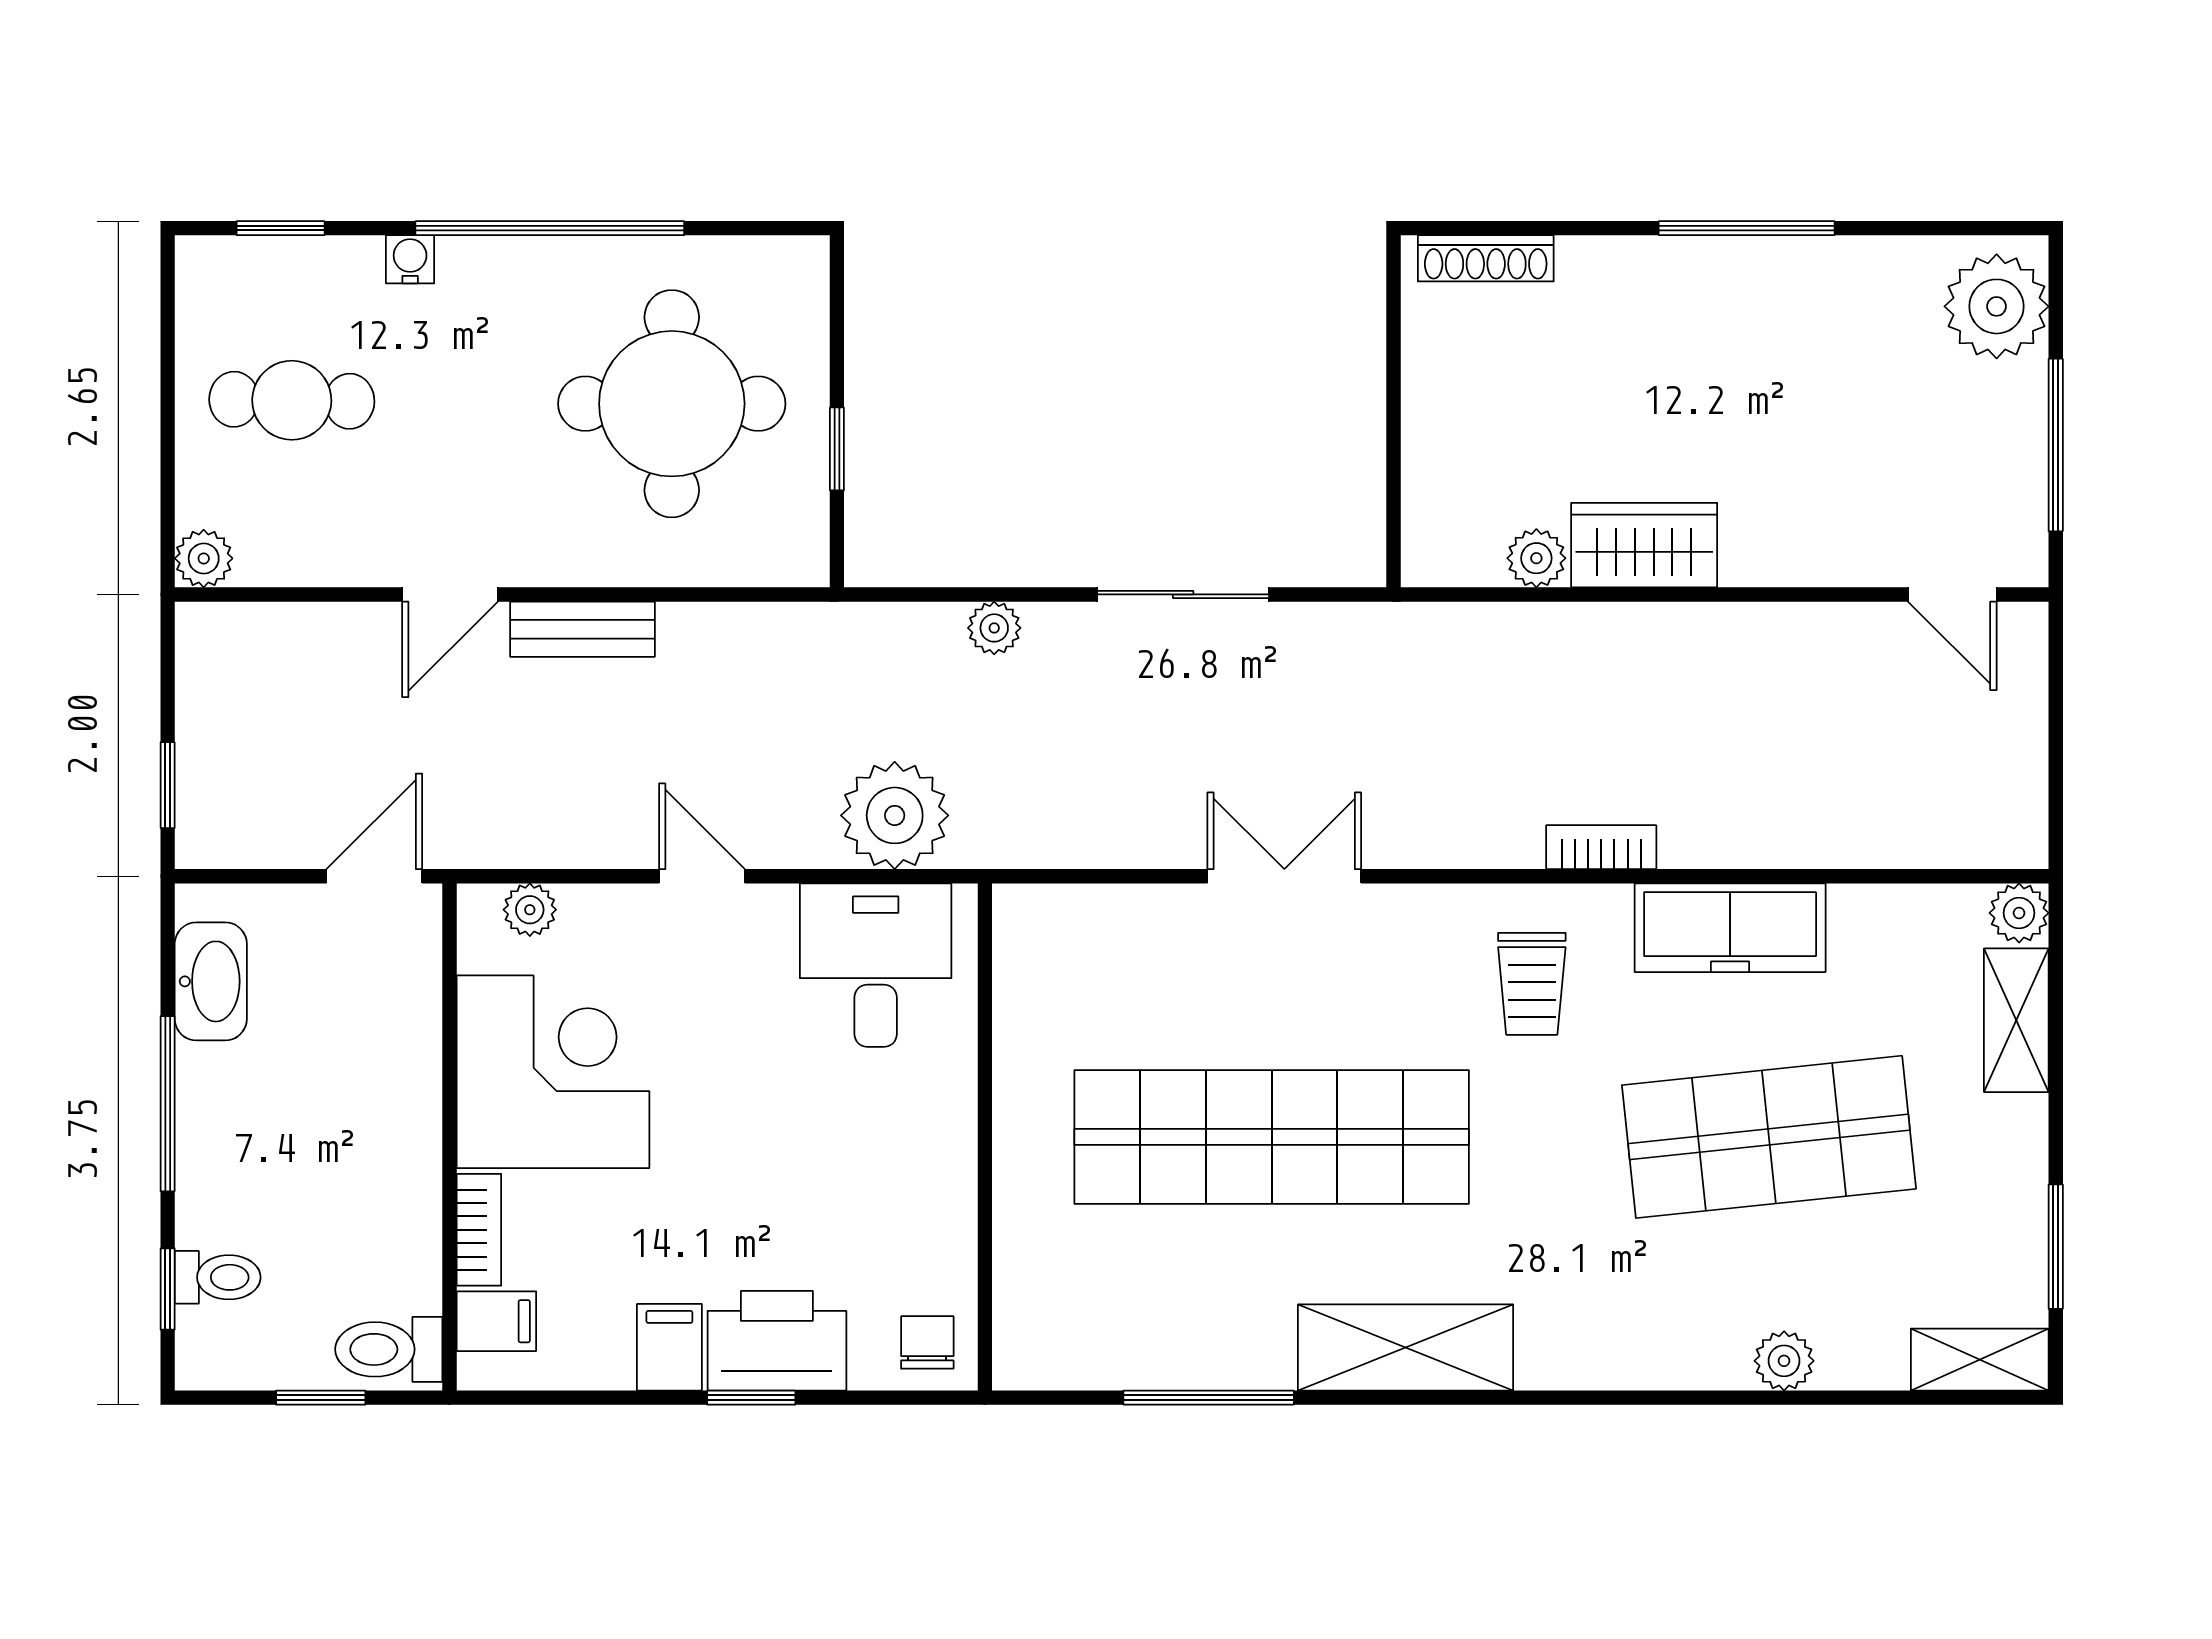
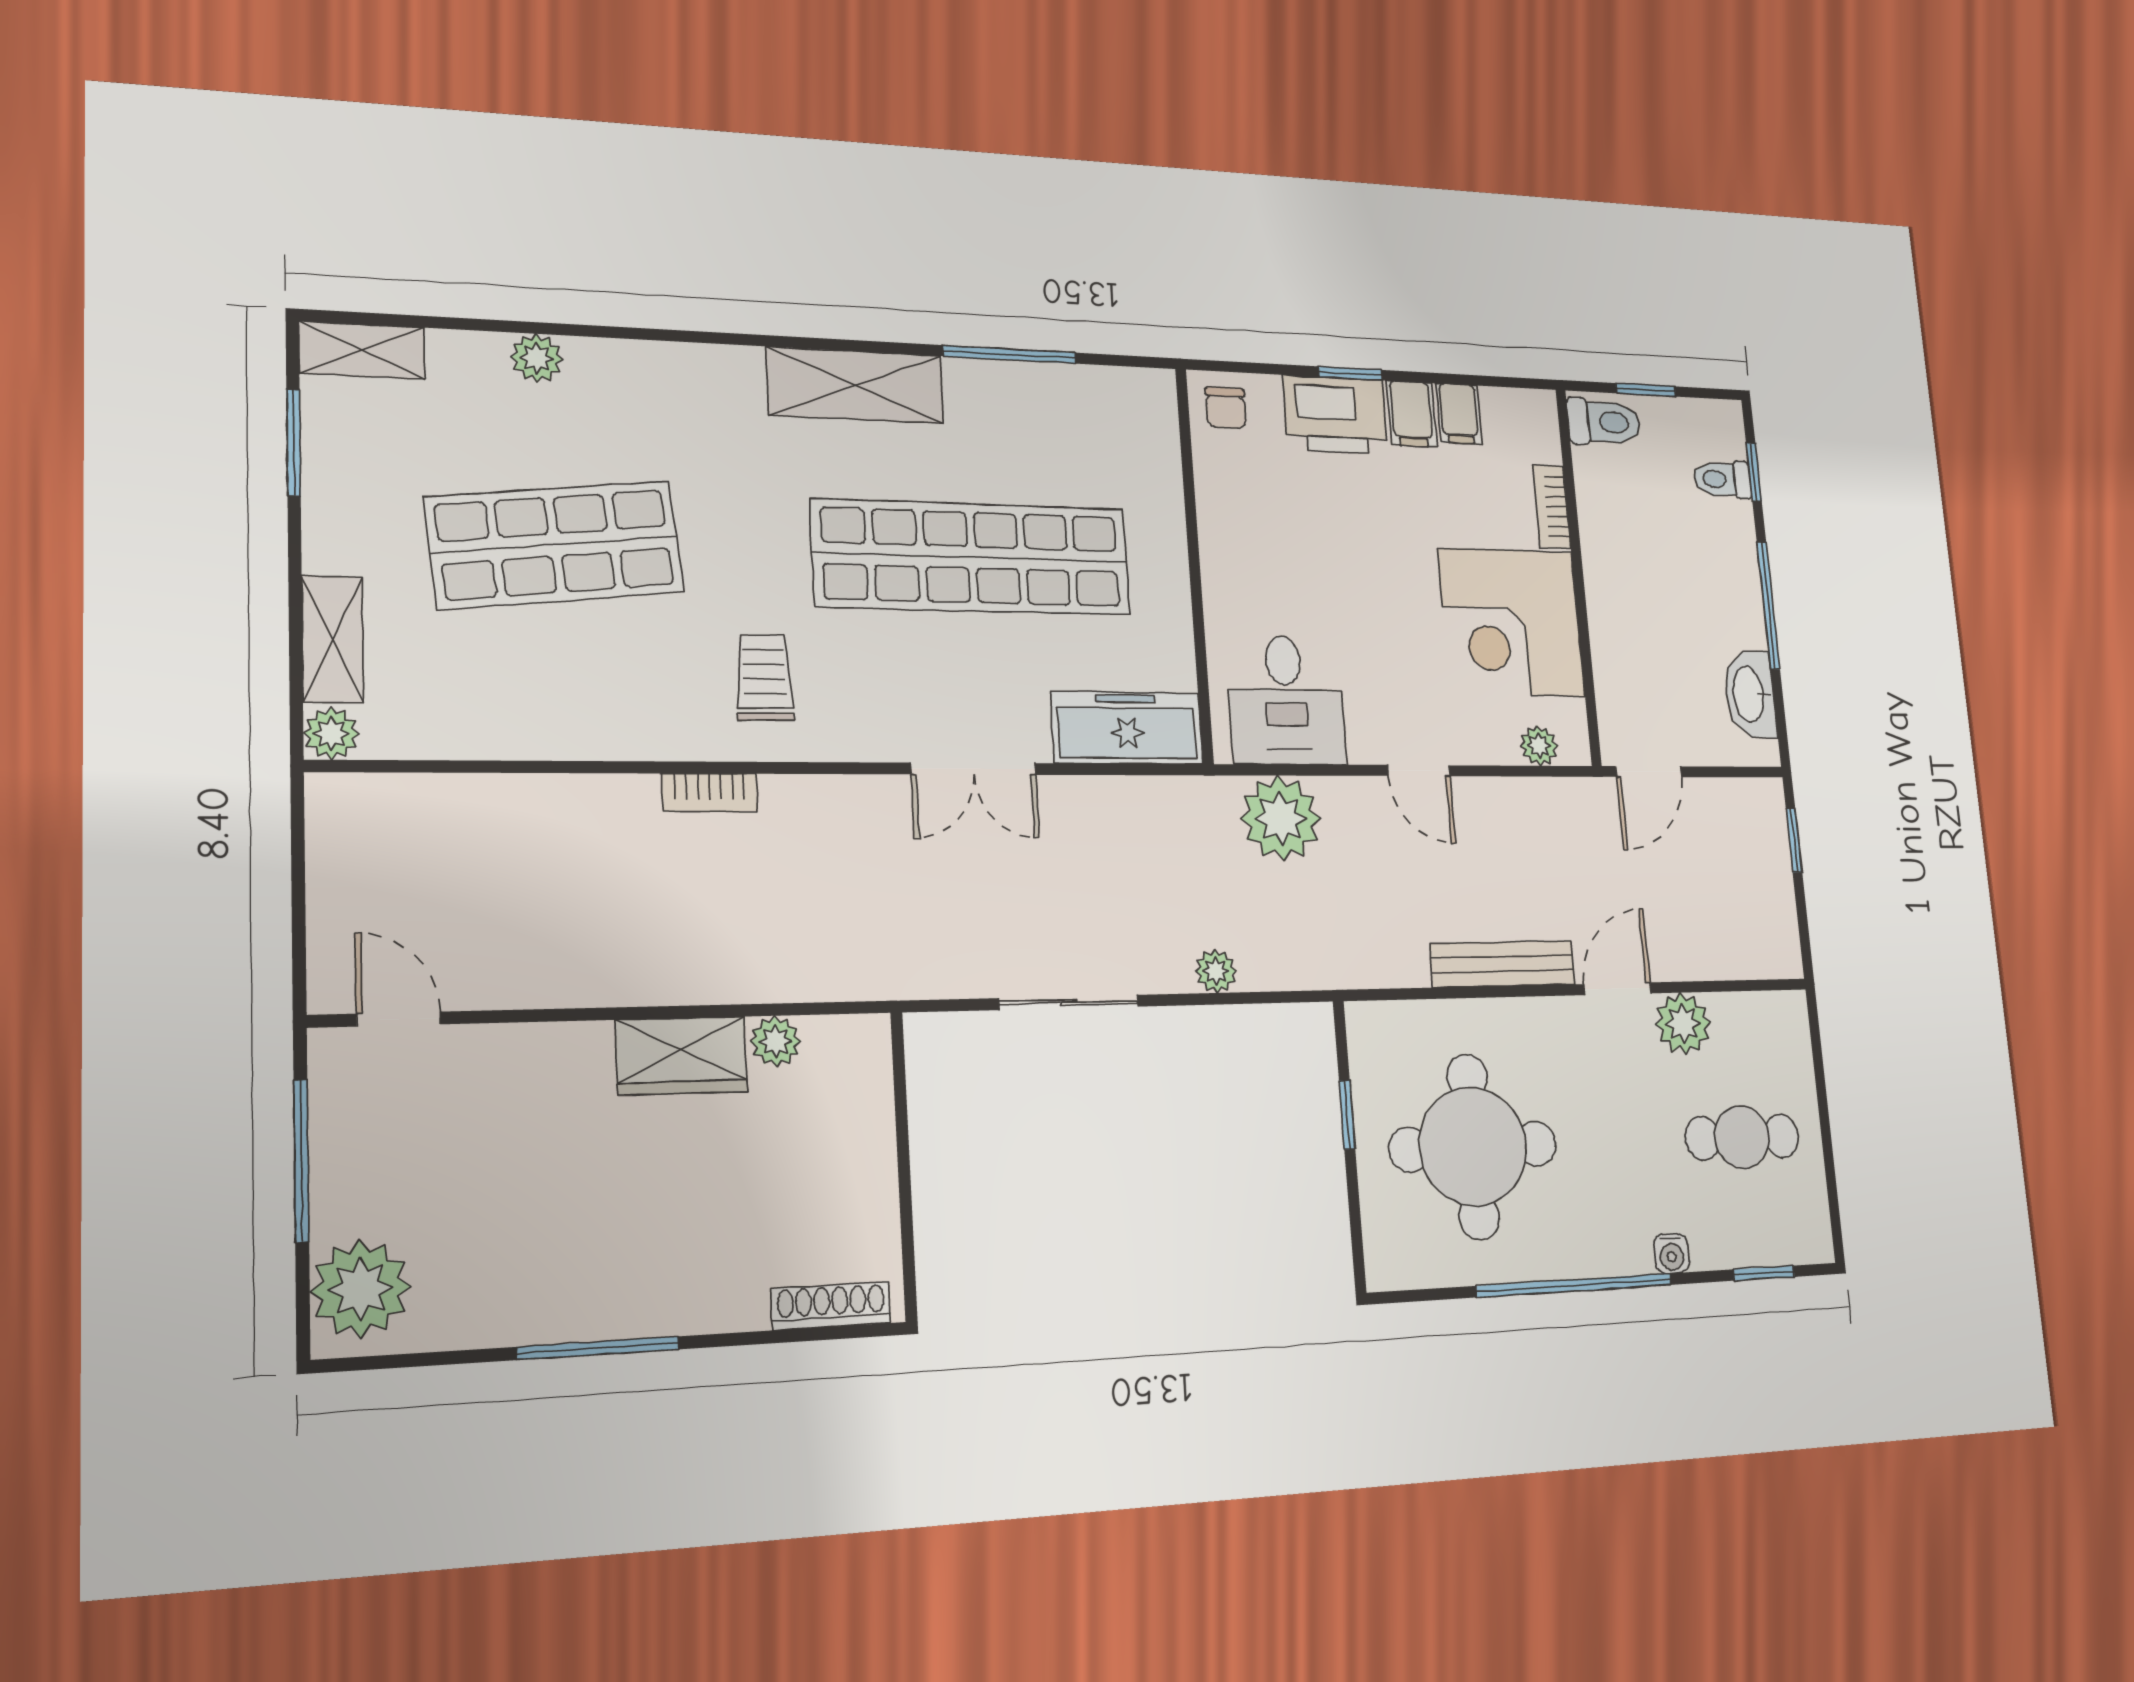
plant: (204, 558) -> (1683, 1024), moved, width x1.38, depth x1.38
bench: (582, 629) -> (1503, 964), width x1.36
freezer: (1730, 928) -> (1127, 728), moved
filing cabinet: (496, 1321) -> (1459, 414), moved, turned -90

